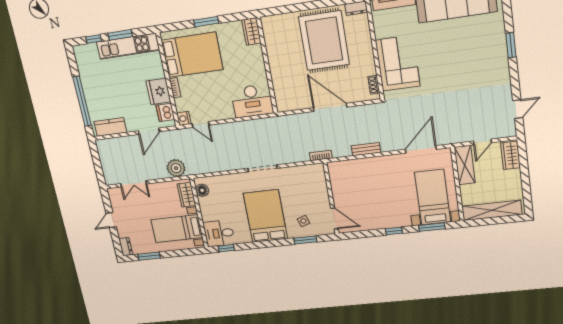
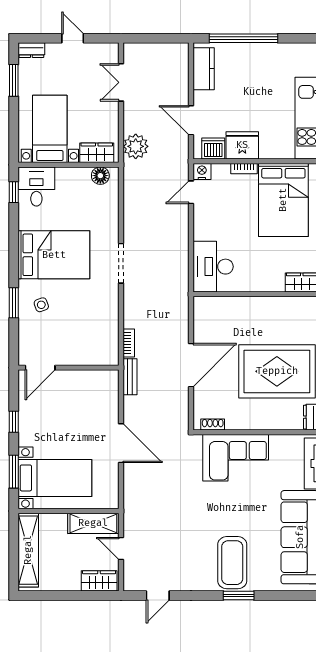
coffee table: (484, 54) -> (232, 563), added
door: (518, 109) -> (158, 596), hinge flipped
bench: (366, 149) -> (130, 377), moved
door: (421, 149) -> (121, 443), moved
wall: (331, 198) -> (69, 368), moved
door: (334, 218) -> (40, 368), moved

